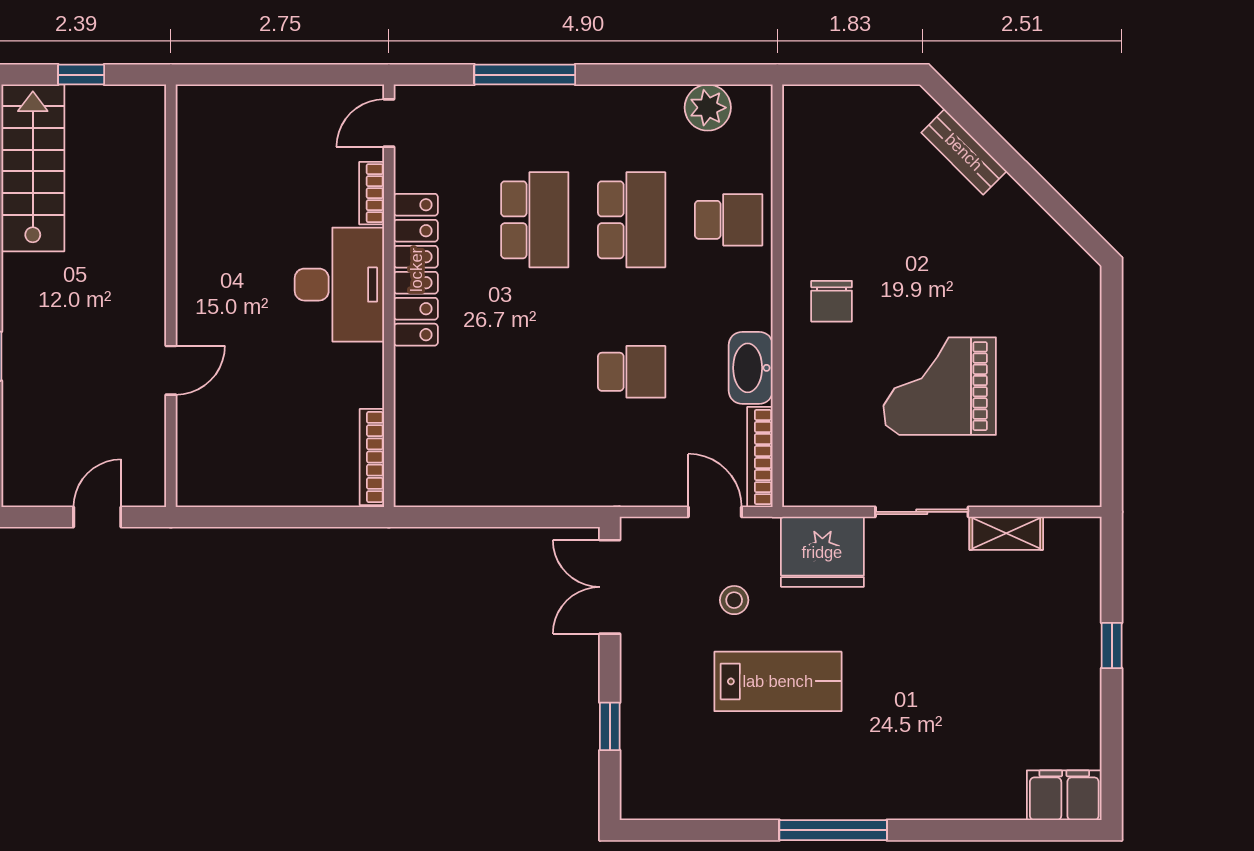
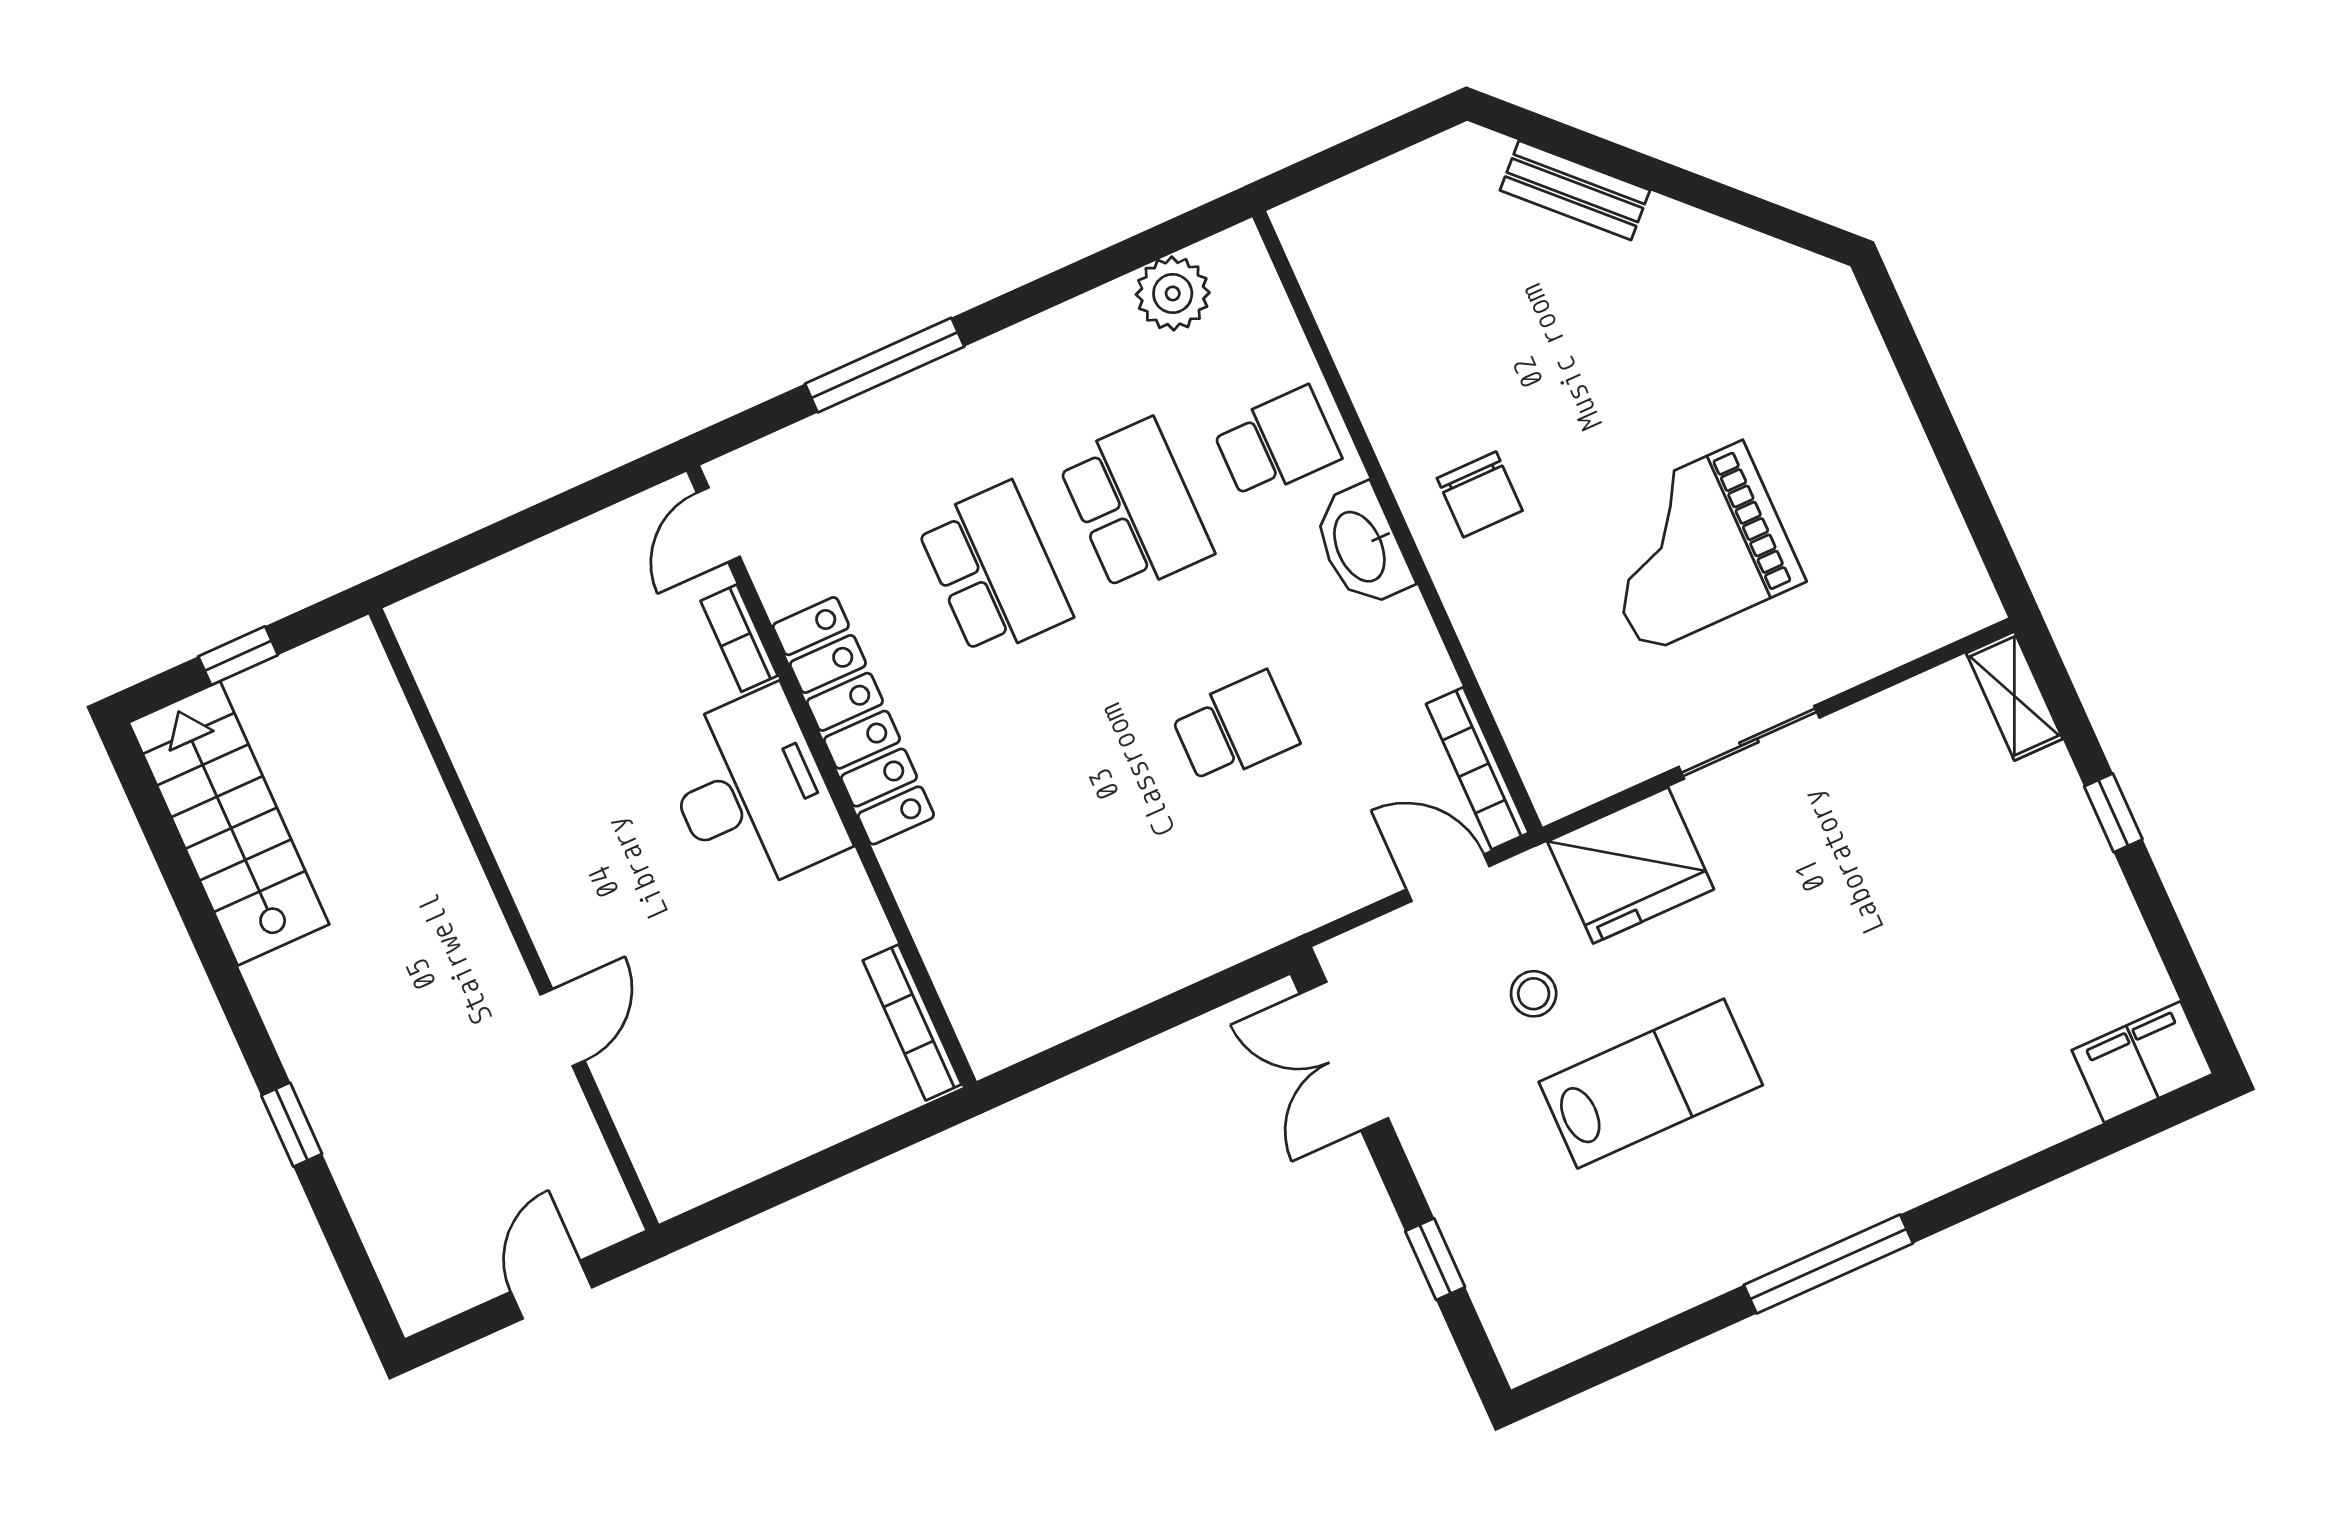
washbasin: (751, 368) -> (1361, 546), moved
shelving: (1006, 533) -> (2014, 696), moved, turned 90

